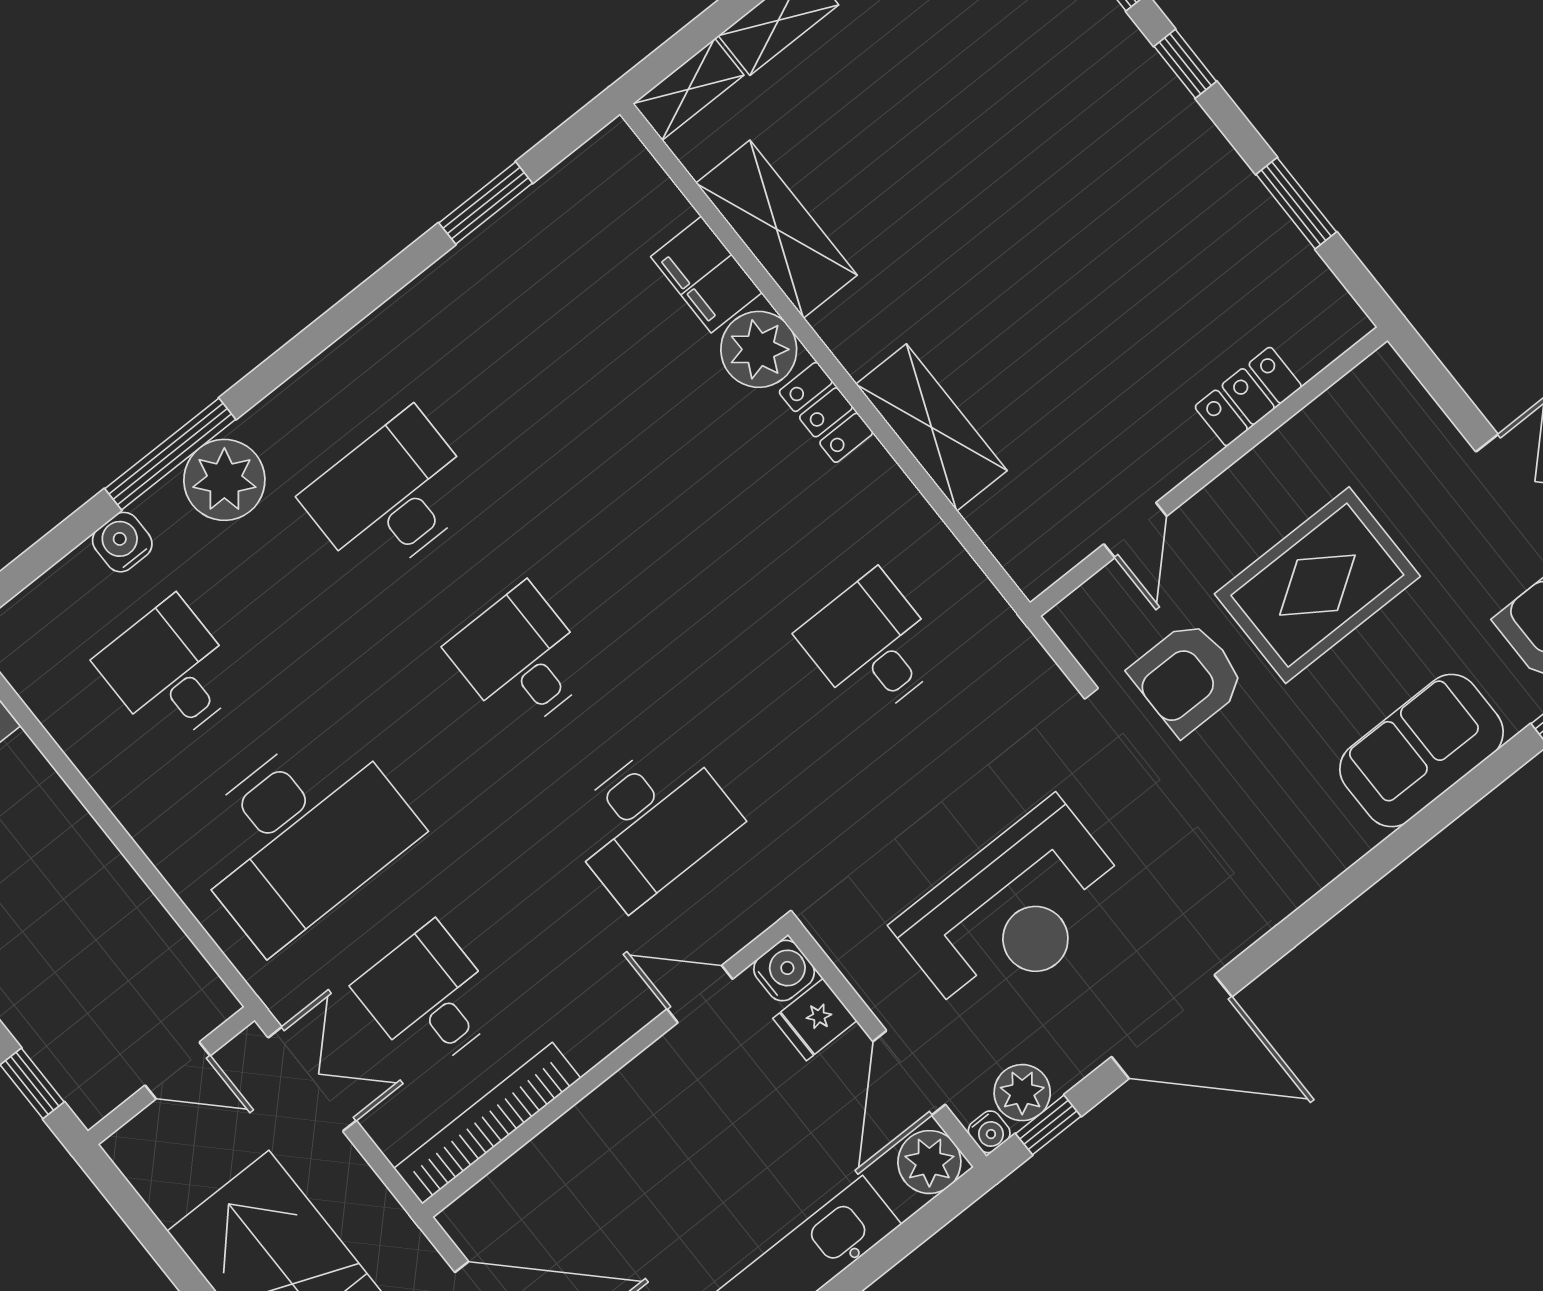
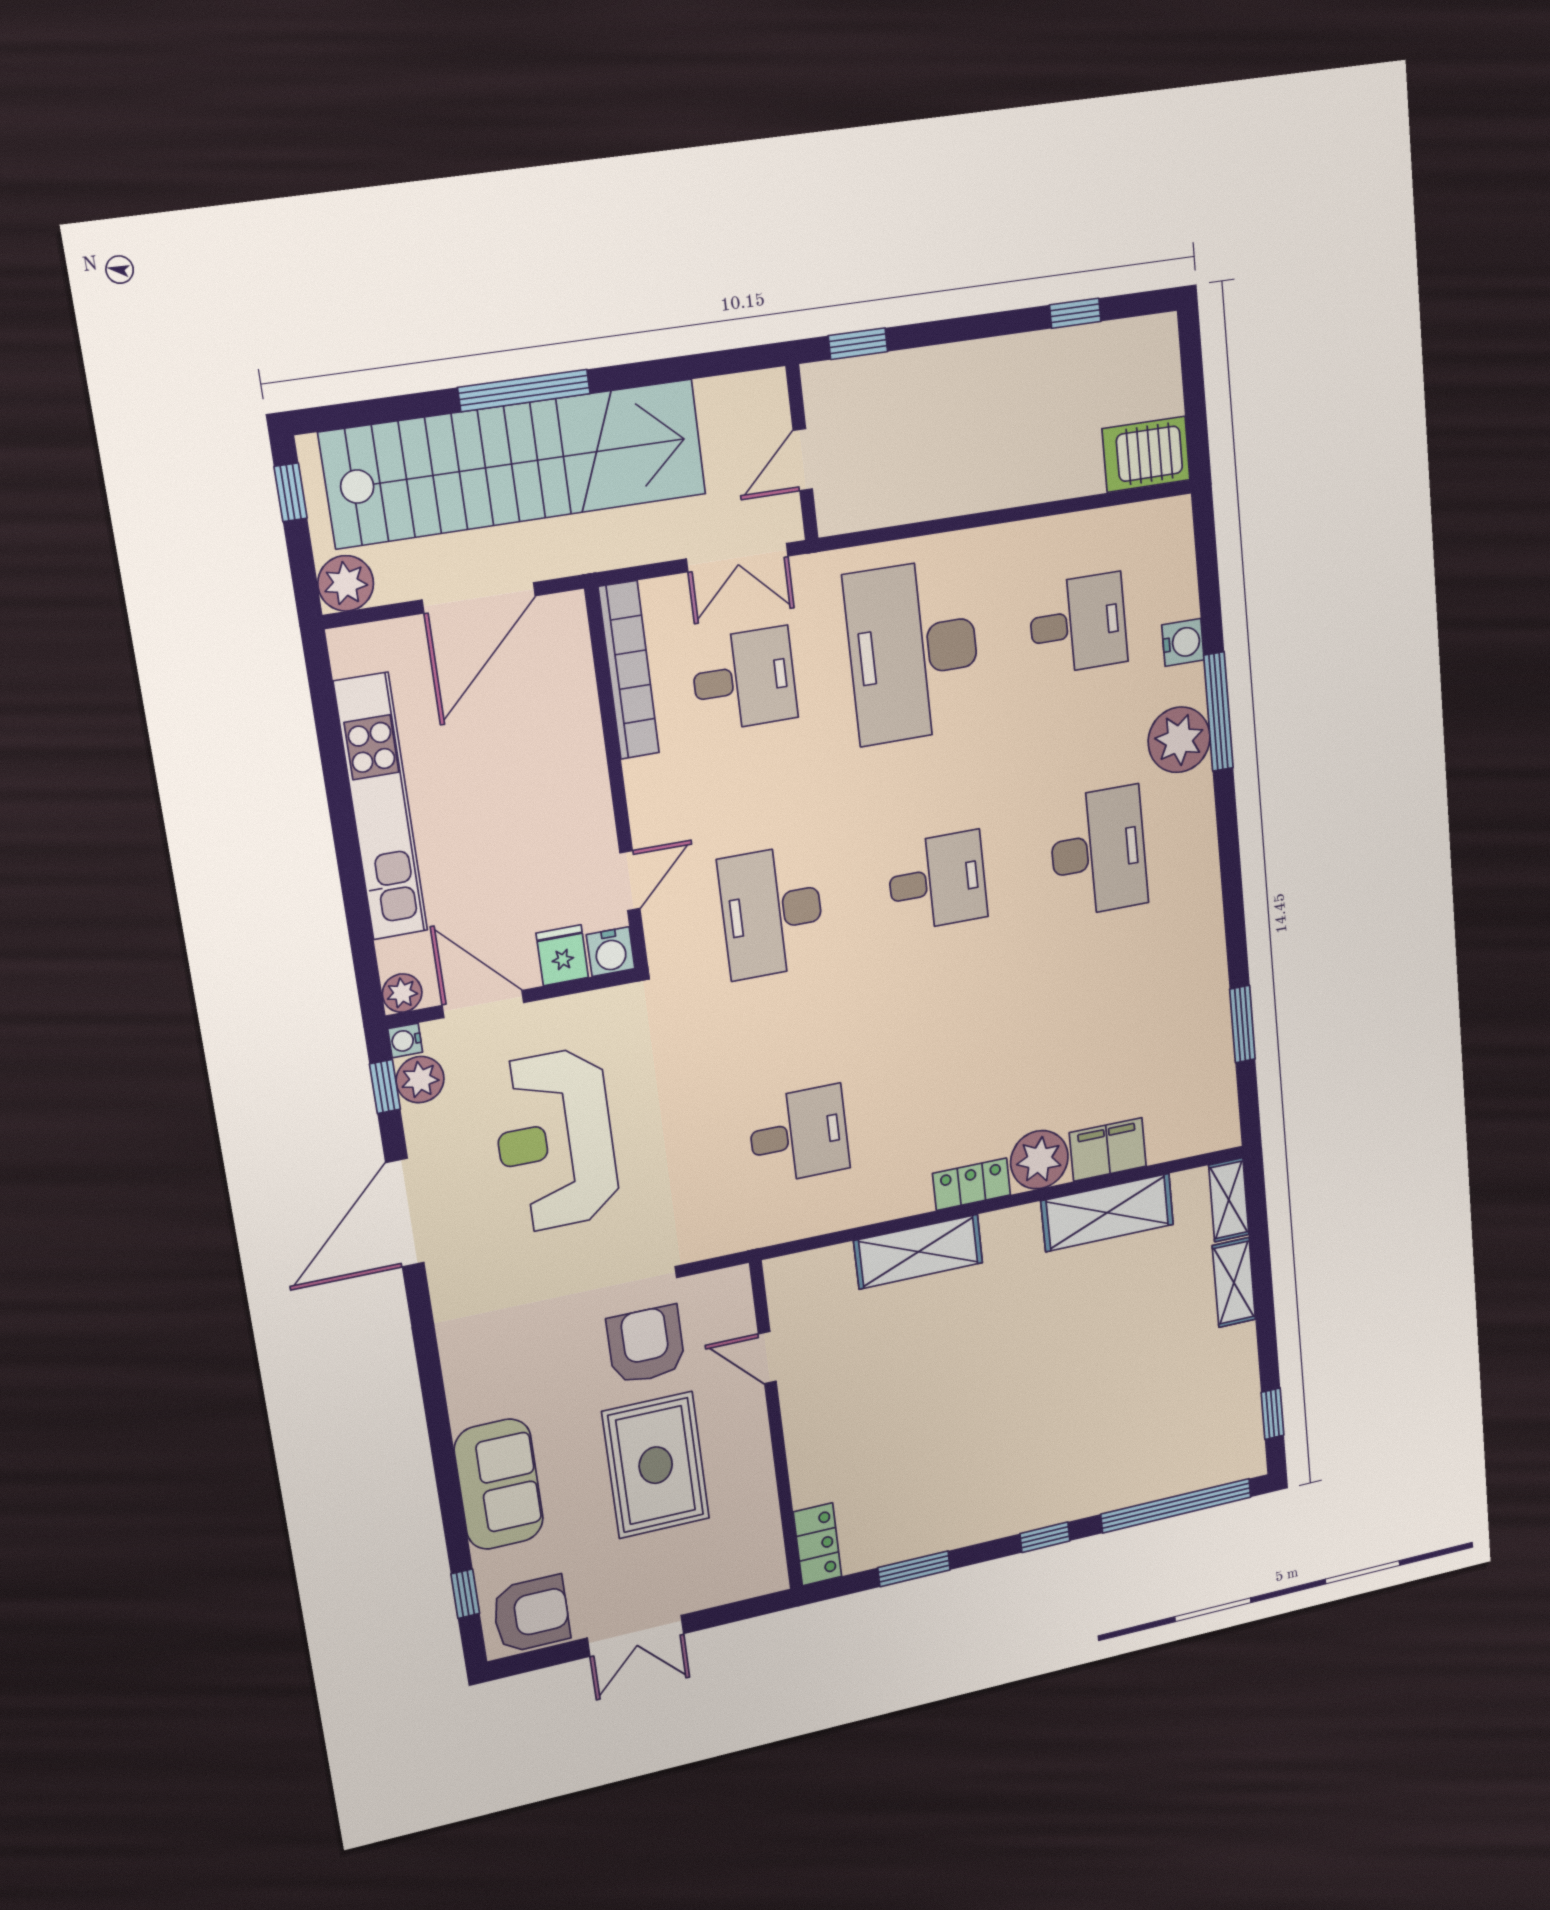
locker: (1248, 397) -> (817, 1544), moved
plant: (929, 1162) -> (402, 993), width x0.73, depth x0.73

